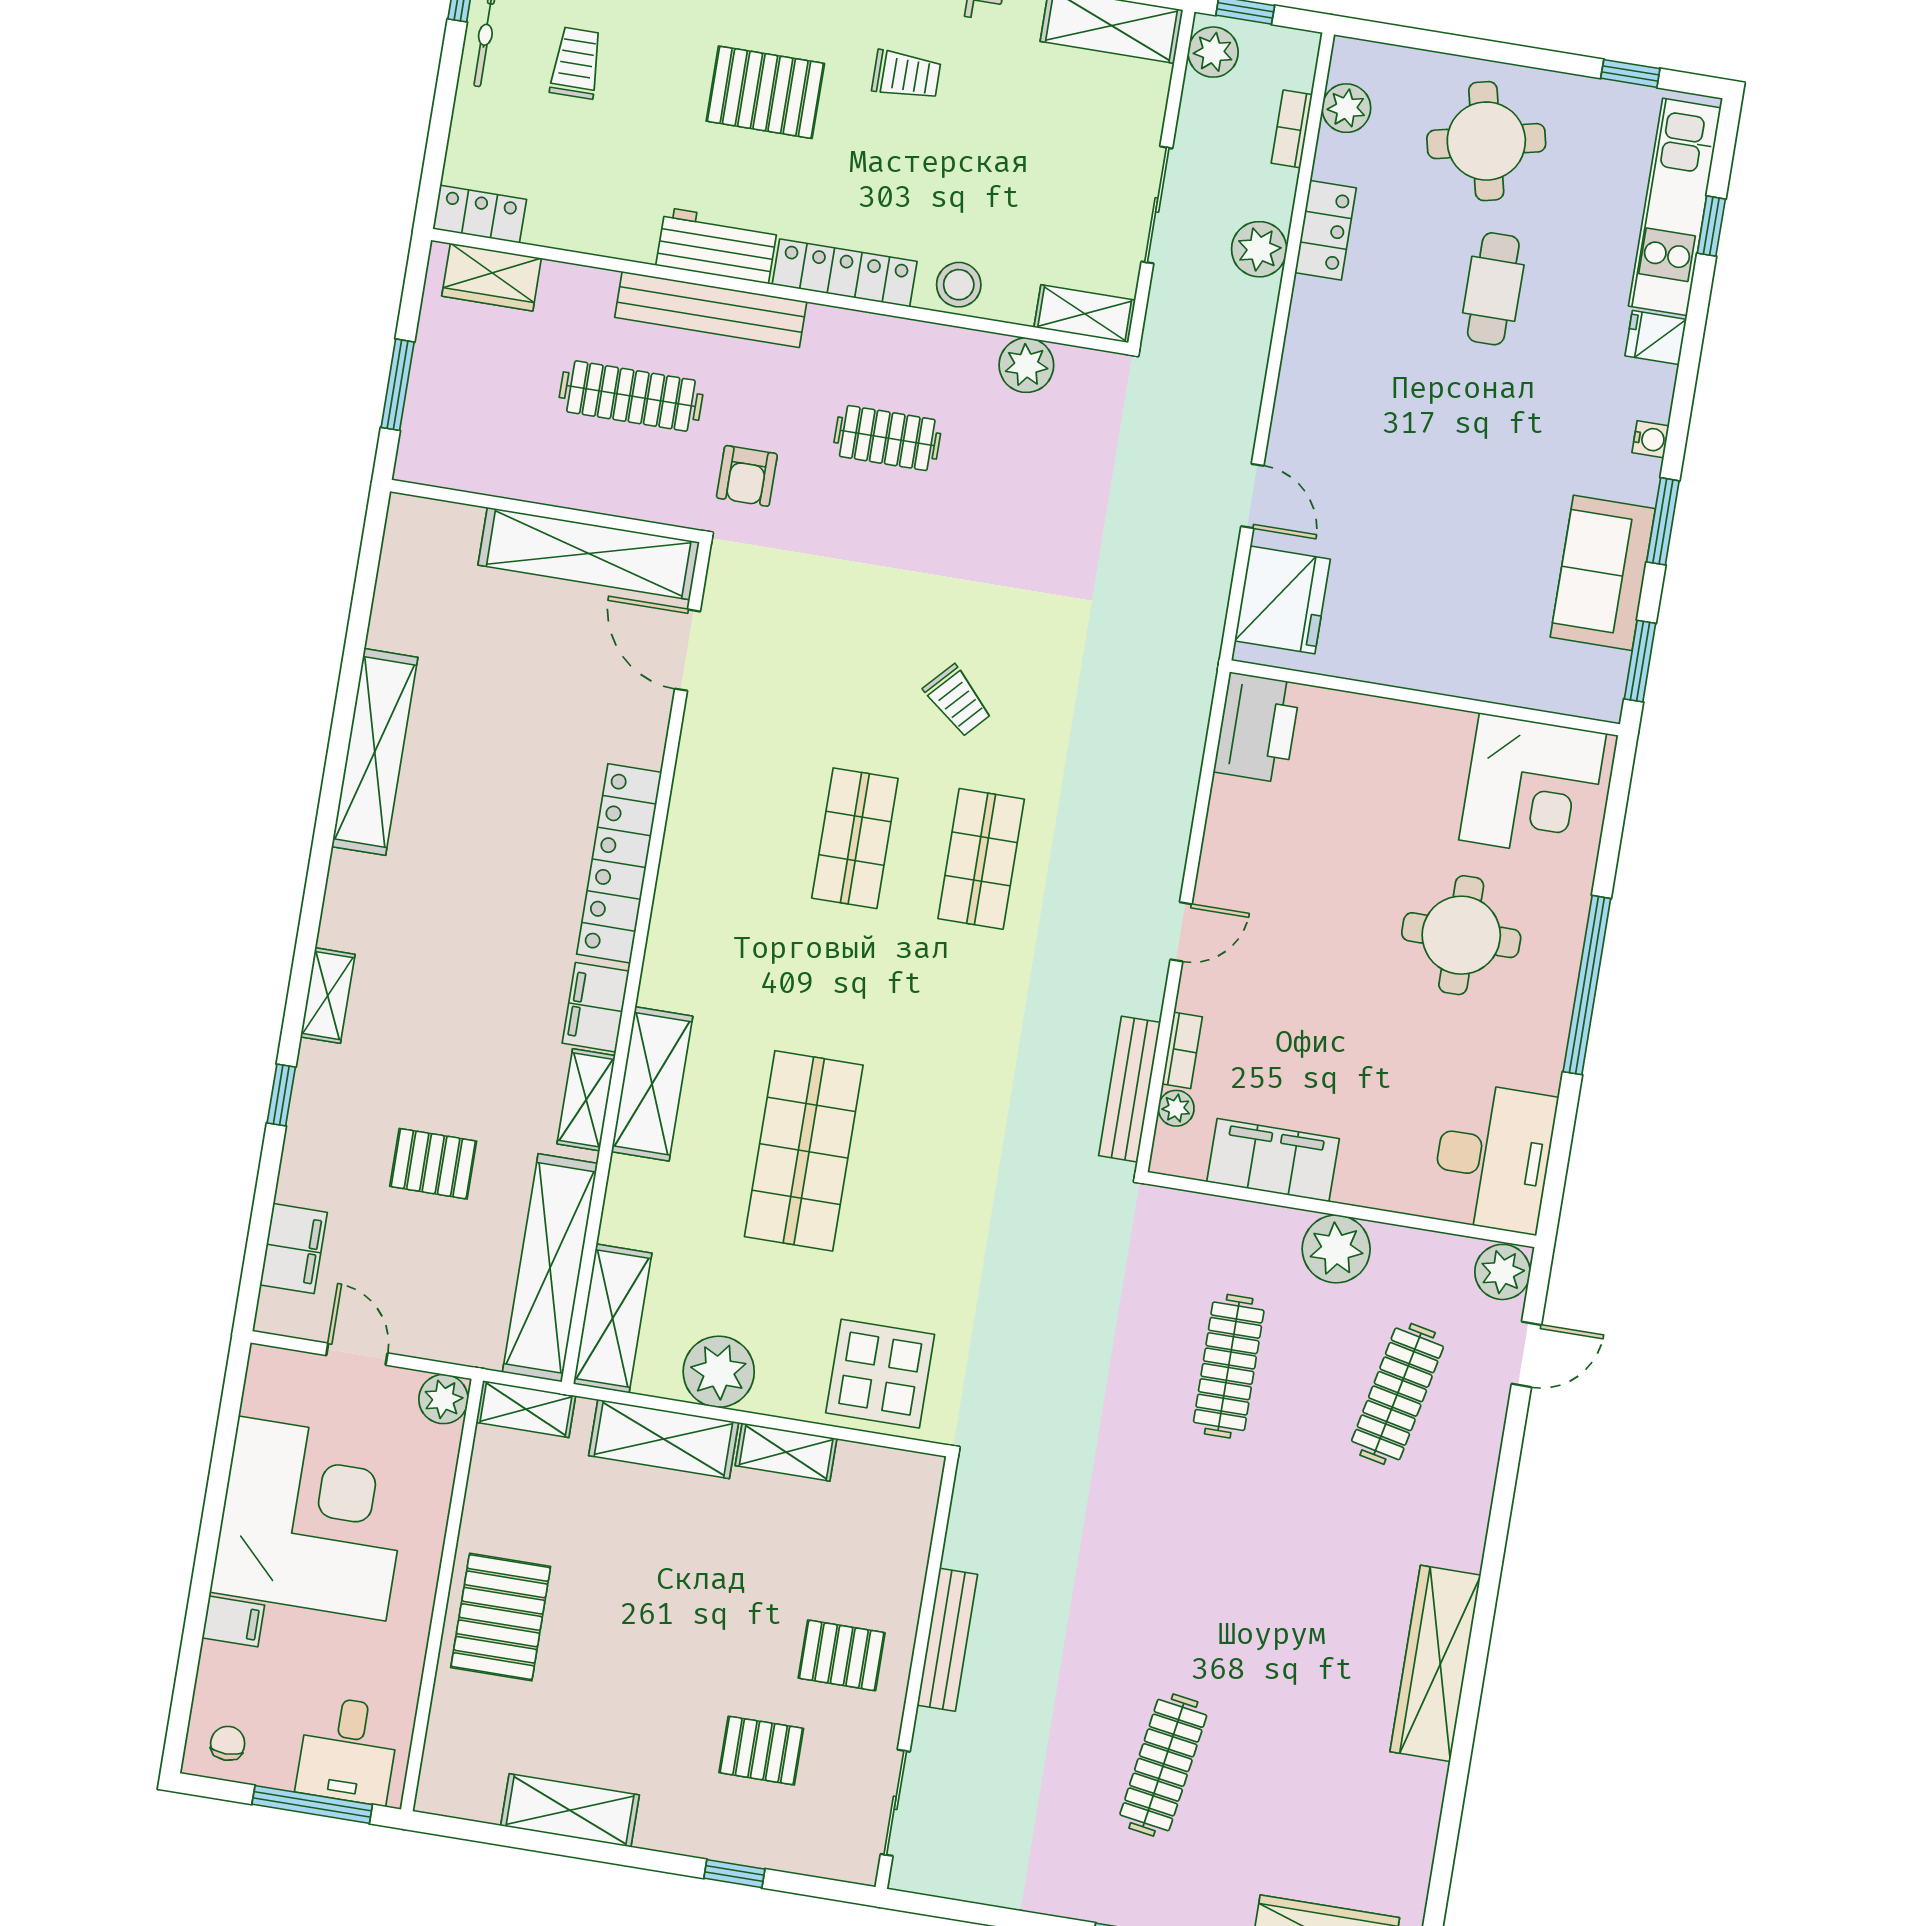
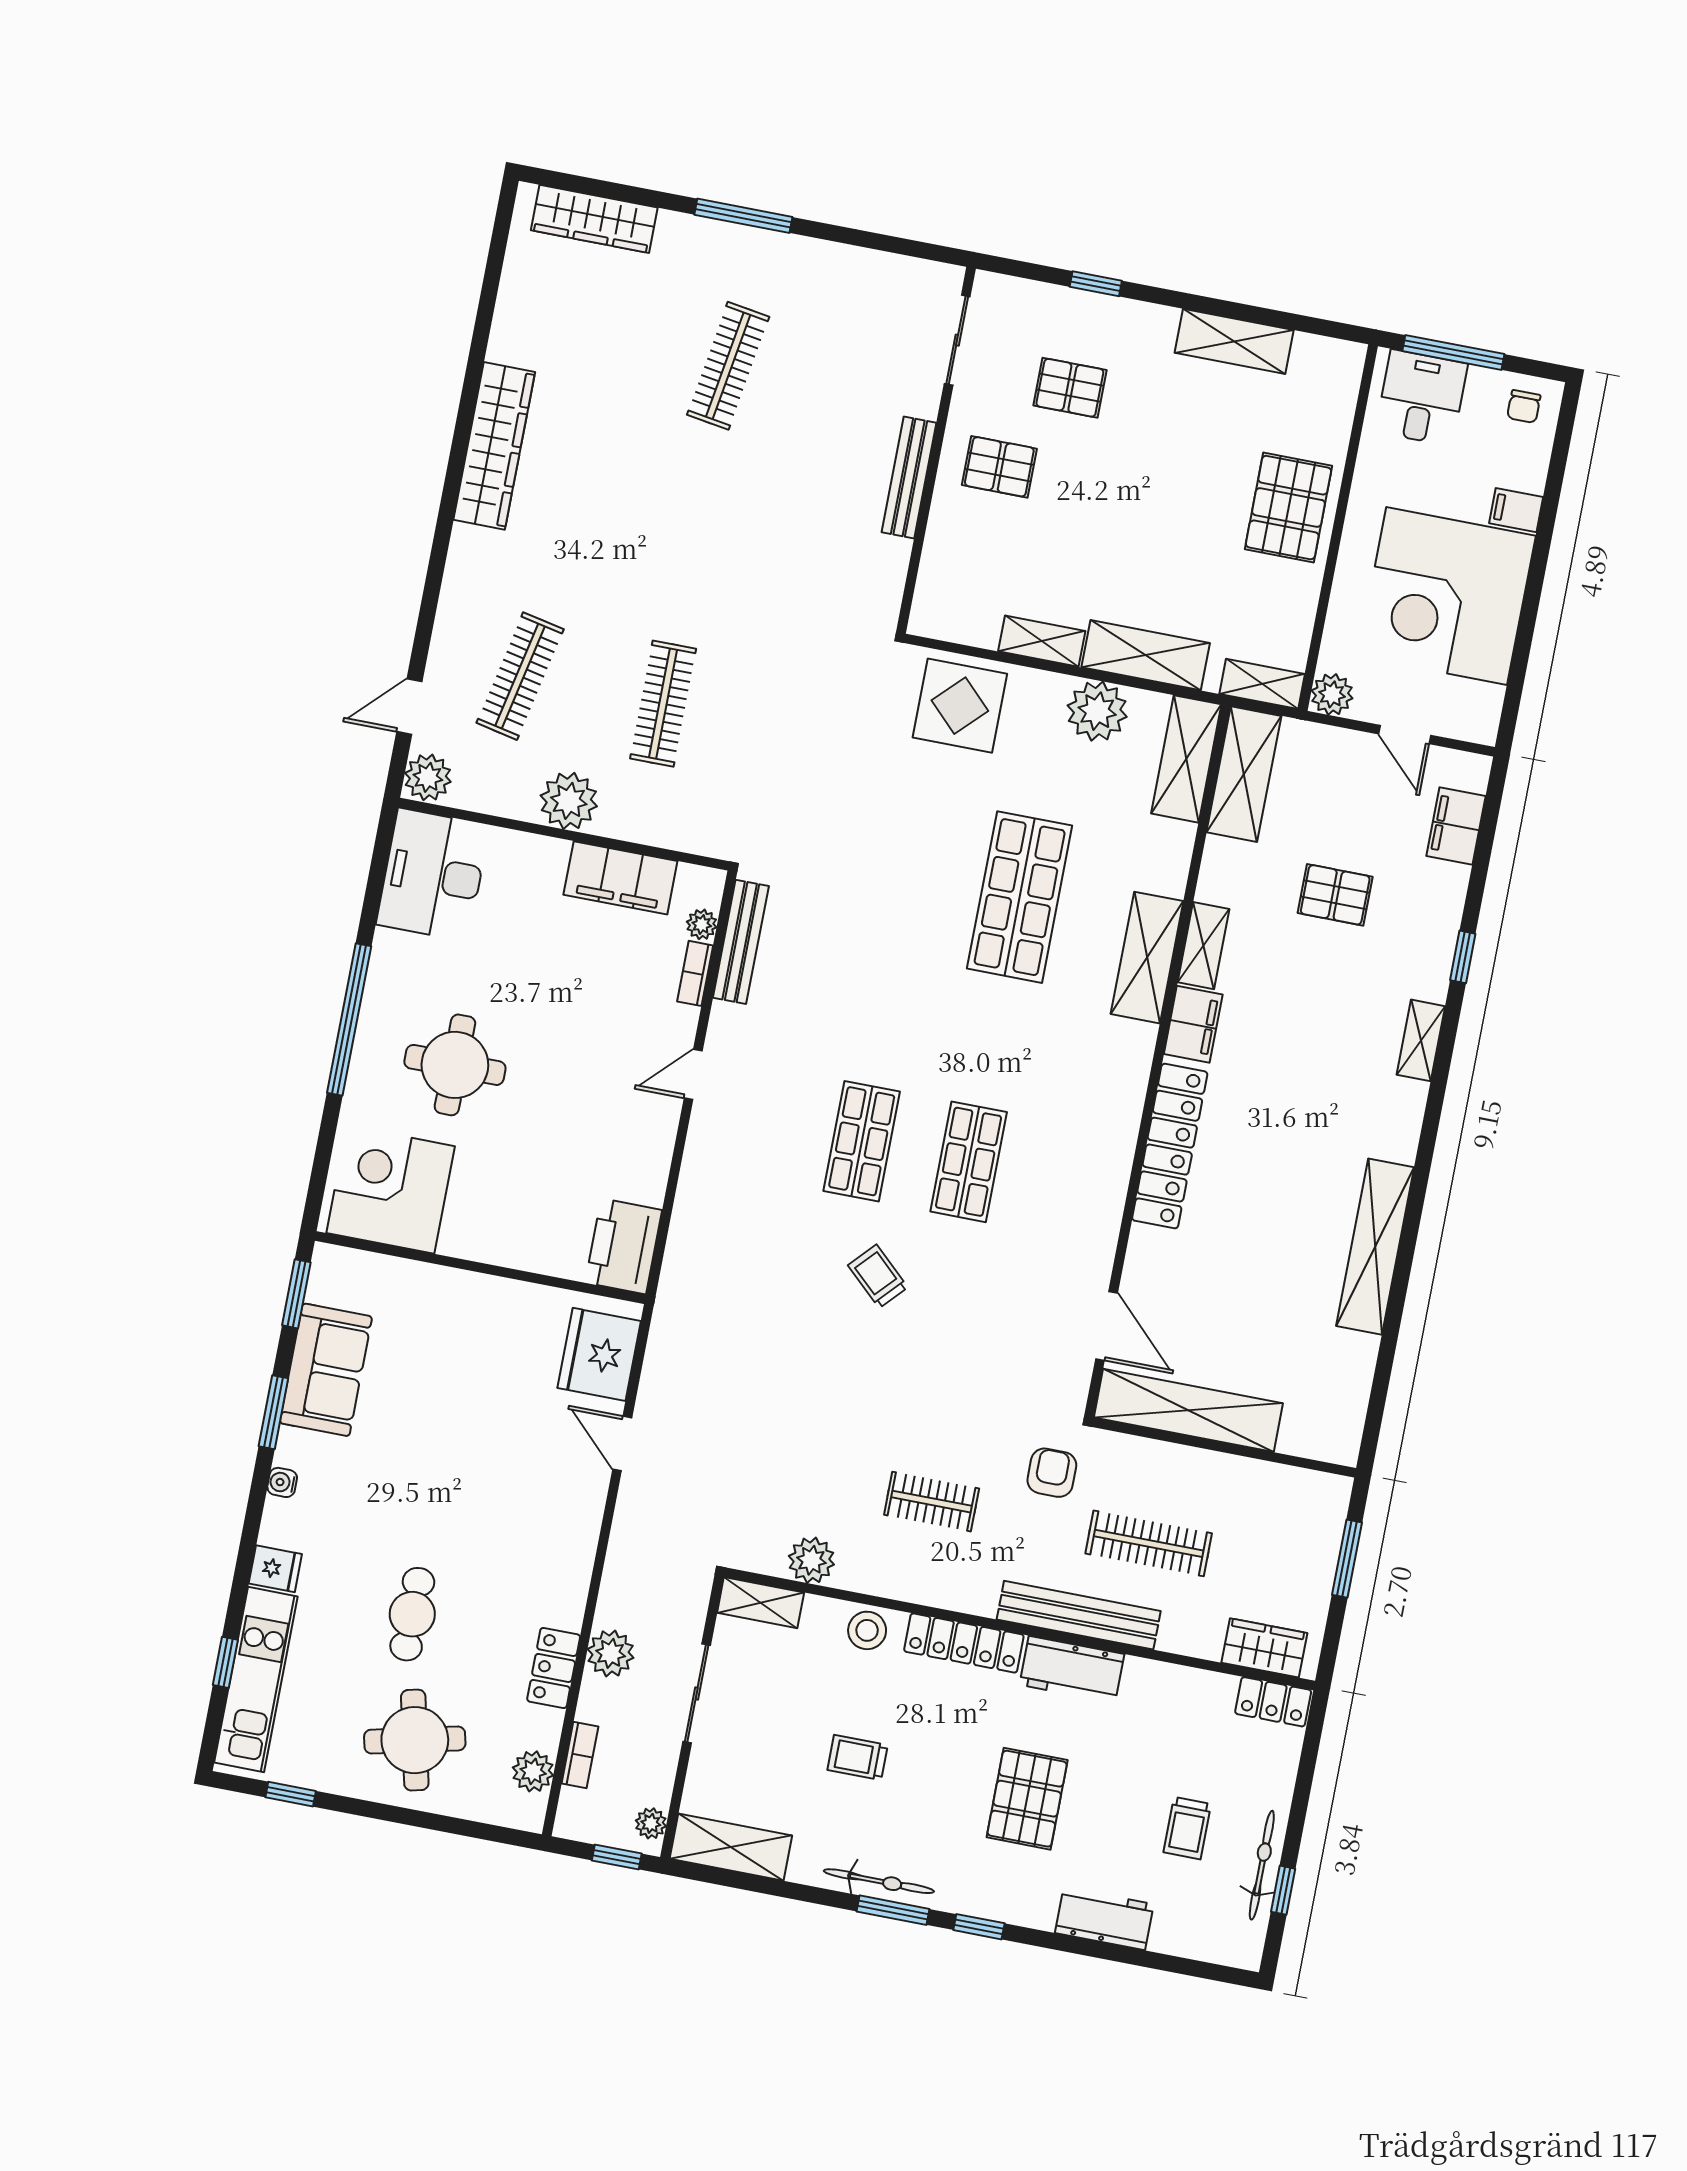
plant: (1213, 52) -> (651, 1823), width x0.73, depth x0.73
trolley: (906, 75) -> (858, 1757), moved
pallet: (765, 92) -> (1027, 1799), turned 90
shelving: (550, 1268) -> (1244, 774), width x0.68

